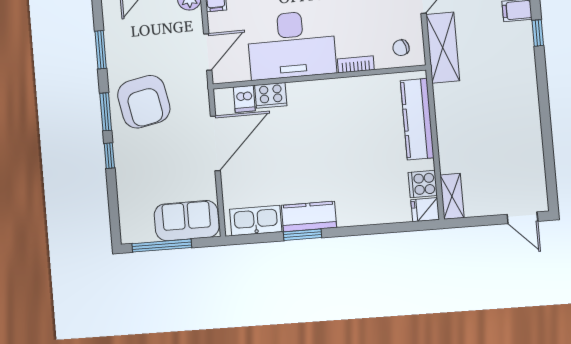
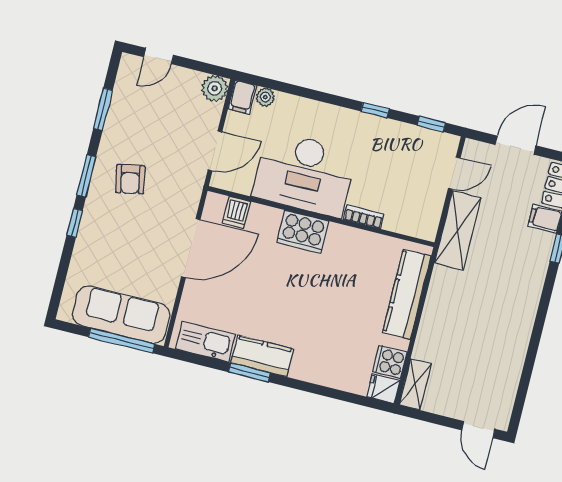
chair: (401, 48) -> (415, 216), removed
cooker: (271, 95) -> (303, 232), moved, width x1.37, depth x1.31
armchair: (144, 102) -> (130, 179), width x0.53, depth x0.53
sofa: (187, 221) -> (121, 315), width x1.36
window: (162, 246) -> (121, 341), moved

